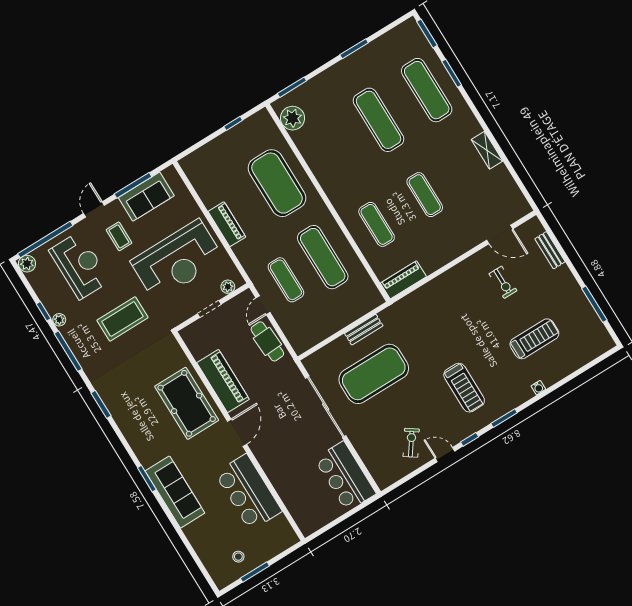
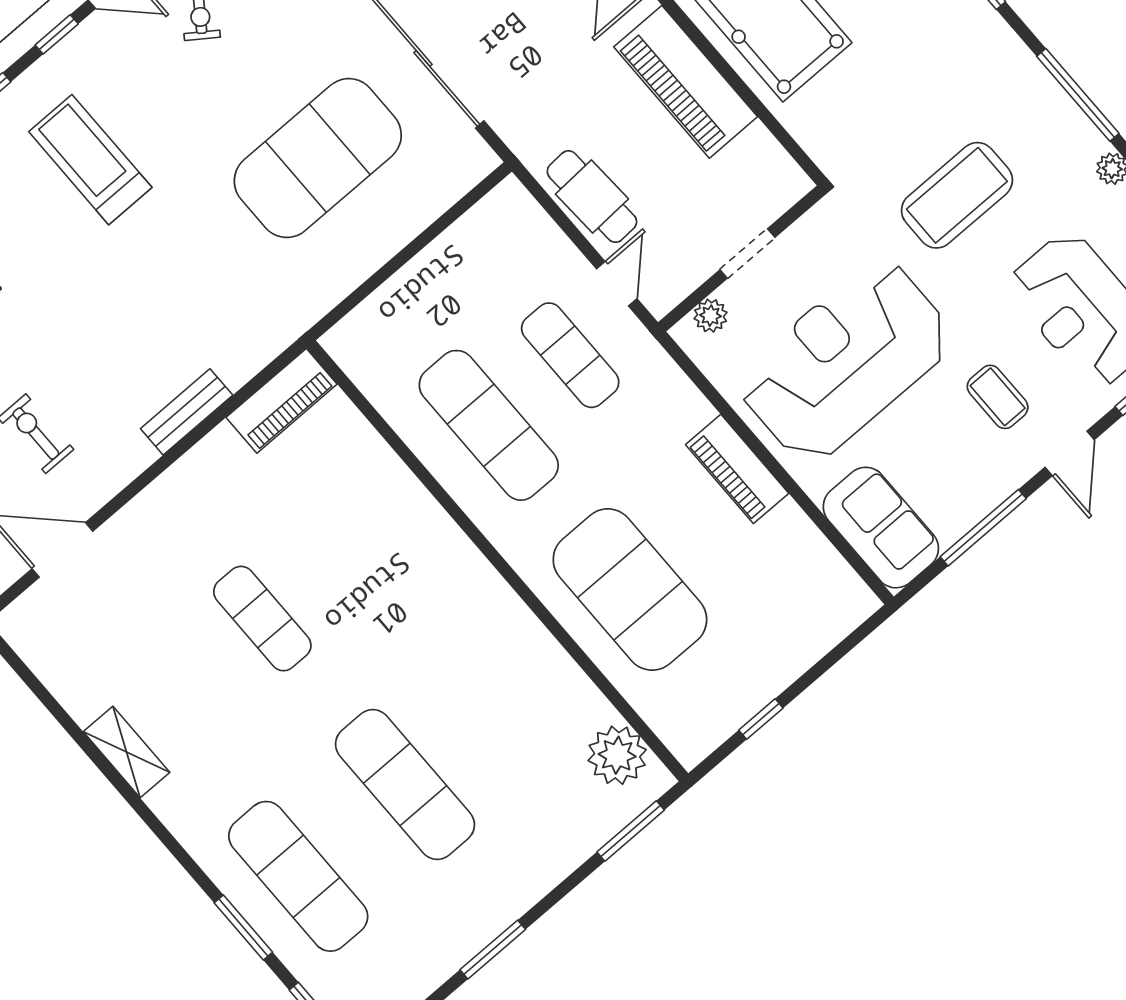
sofa: (146, 197) -> (881, 528), moved, turned 90
exercise mat: (377, 224) -> (369, 527), removed
bench: (364, 330) -> (187, 412), moved

